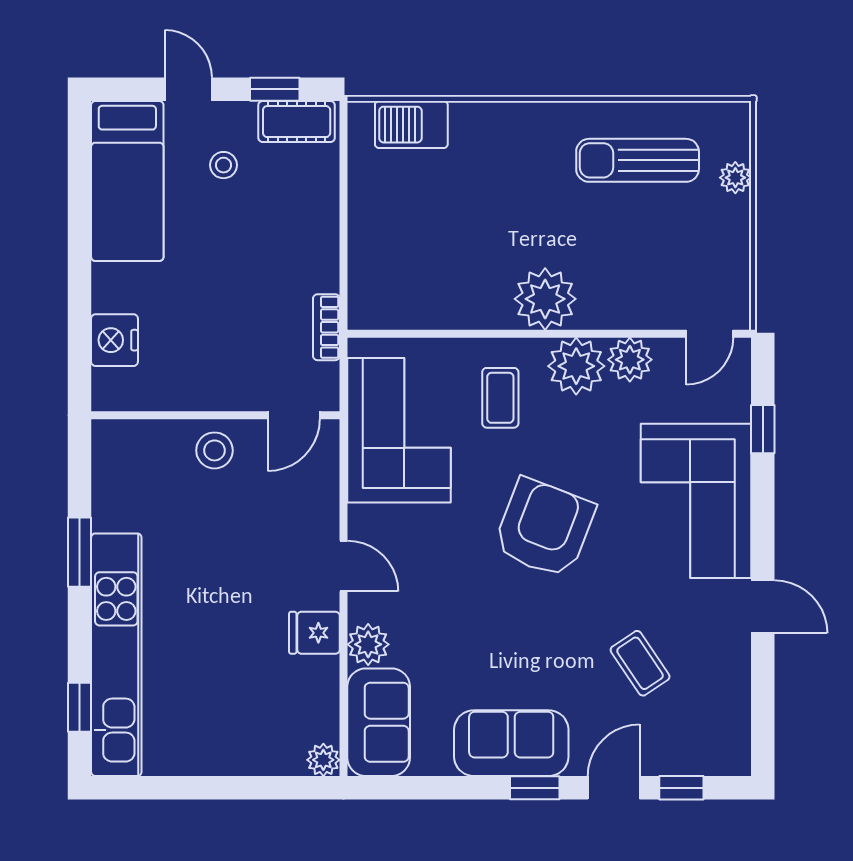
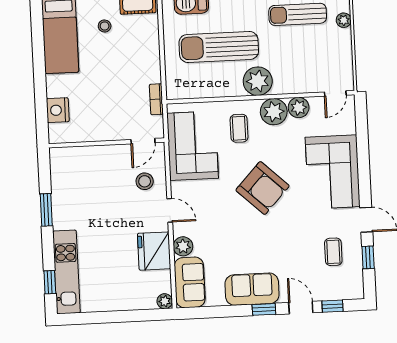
sun lounger: (465, 222) -> (219, 47), added
window: (763, 429) -> (368, 257), moved
stool: (214, 450) -> (145, 181), moved
armchair: (544, 528) -> (262, 188), turned 112
fridge: (314, 633) -> (154, 251), width x1.88, depth x1.34
kitchen unit: (116, 655) -> (66, 272), width x0.73
coffee table: (640, 663) -> (333, 252), moved, turned 34
door: (614, 788) -> (301, 308), hinge flipped

